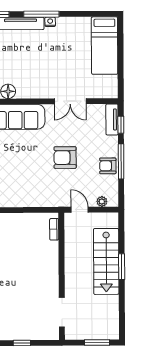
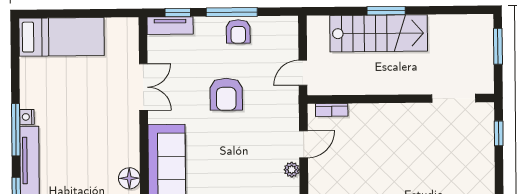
plant: (102, 201) -> (292, 170), moved
door: (31, 210) -> (303, 144), added
window: (22, 343) -> (499, 133), moved

